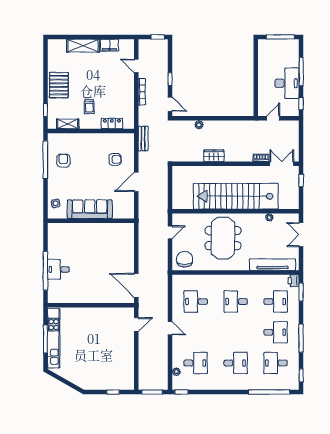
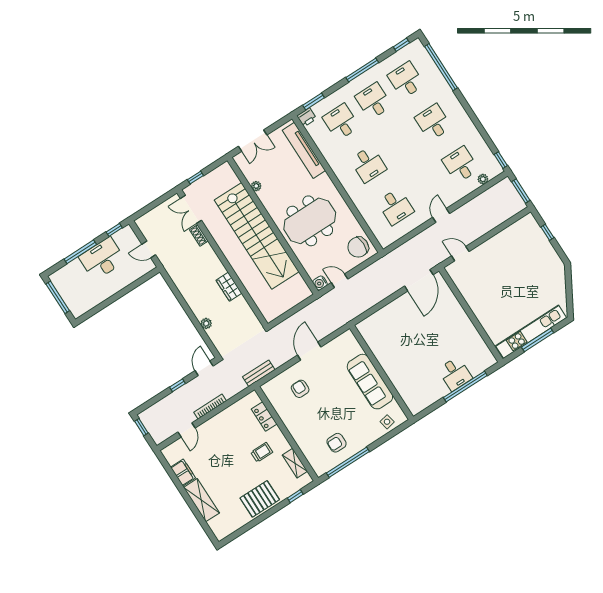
door: (136, 182) -> (309, 351), swing flipped
water cooler: (177, 218) -> (320, 283), added
desk: (276, 363) -> (406, 80), turned 180

